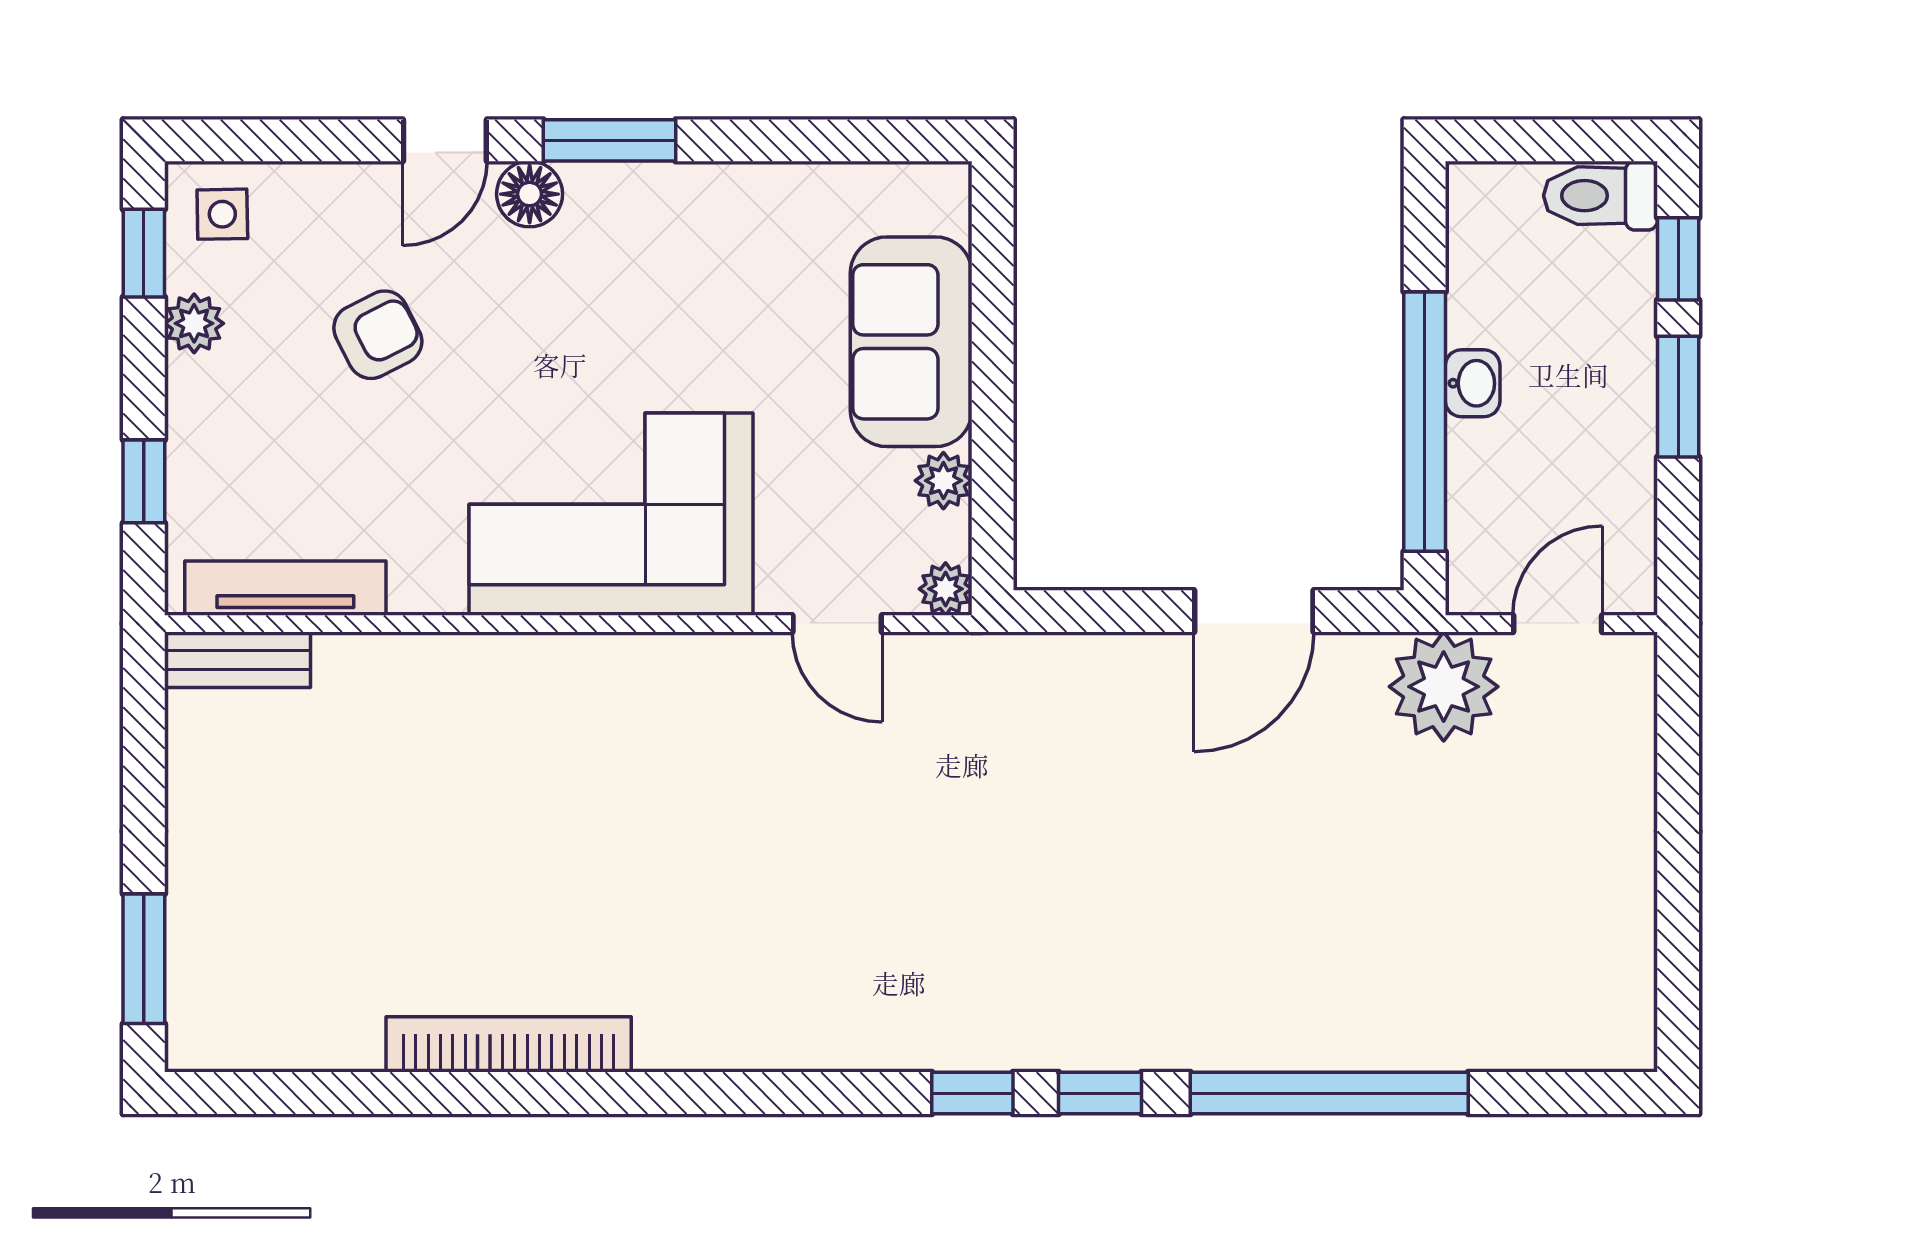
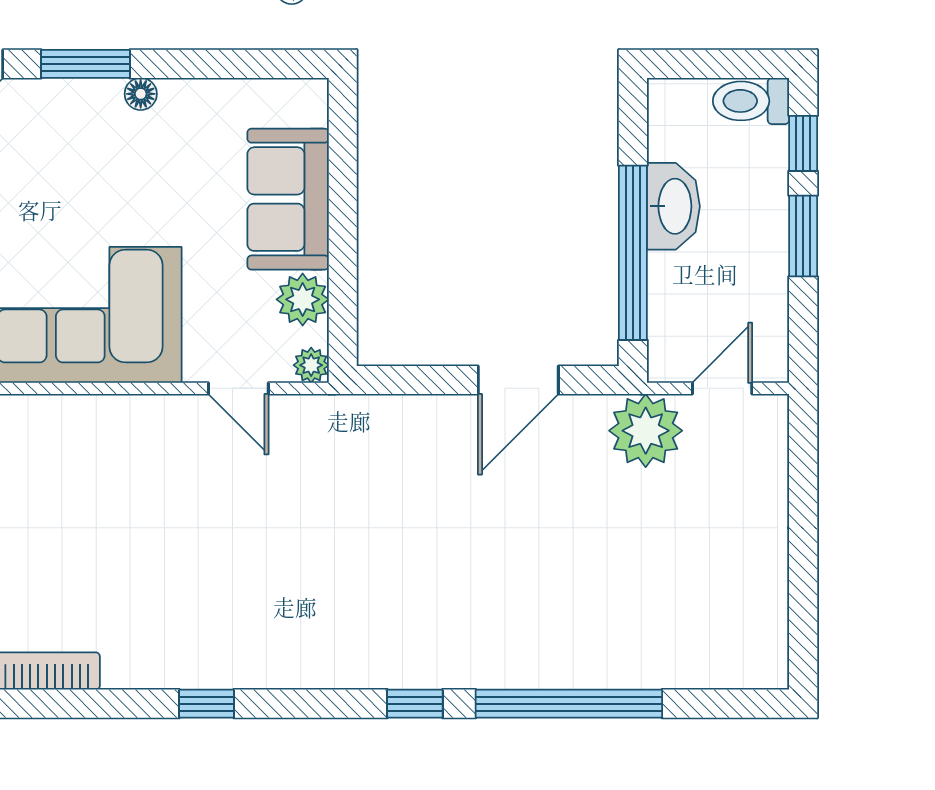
floor lamp: (530, 194) -> (141, 94), moved, width x0.73, depth x0.73
washbasin: (1473, 383) -> (673, 206), width x1.91, depth x1.45
plant: (943, 481) -> (303, 299), width x1.38, depth x1.38
window: (972, 1093) -> (207, 704), moved

